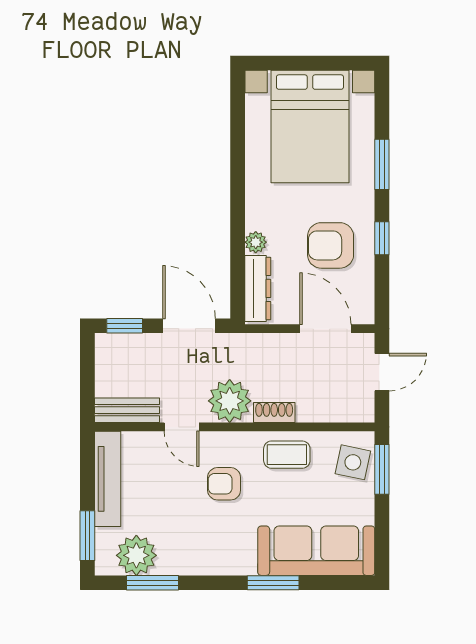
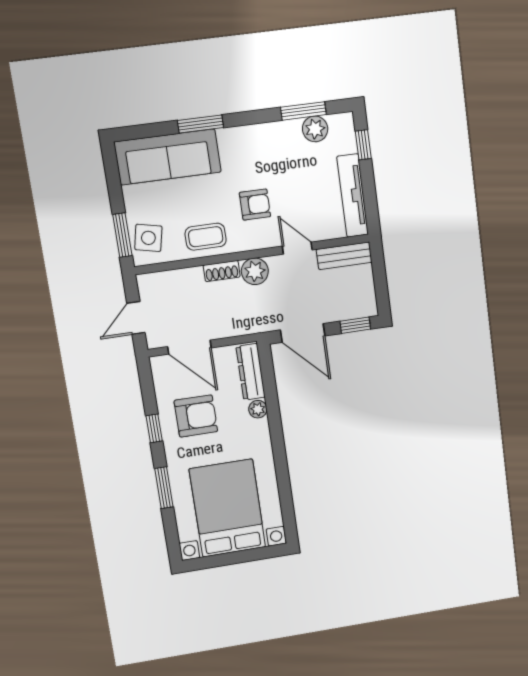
plant: (230, 401) -> (255, 271), width x0.73, depth x0.73
window: (87, 536) -> (363, 145), width x0.67
plant: (136, 555) -> (315, 129), width x0.73, depth x0.73

